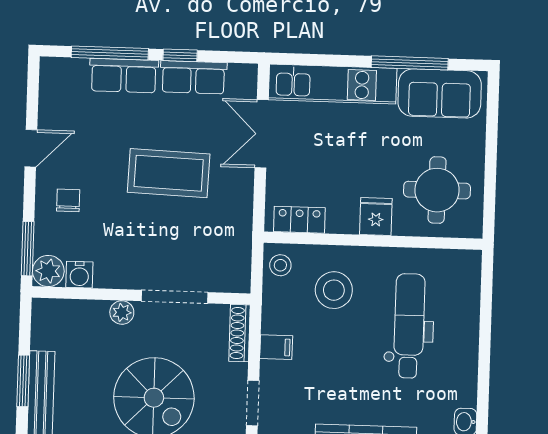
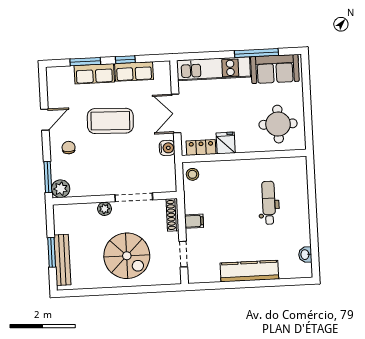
window: (110, 53) -> (85, 62), width x0.69
double door: (262, 134) -> (176, 114), moved
coffee table: (169, 173) -> (110, 121), moved
fridge: (376, 216) -> (226, 143), moved
water cooler: (79, 275) -> (167, 148), moved, turned -90
stool: (334, 290) -> (224, 186), removed
dental chair: (409, 326) -> (269, 203), width x0.73, depth x0.72

